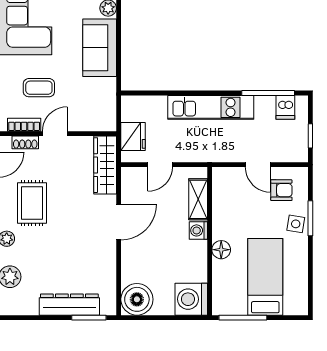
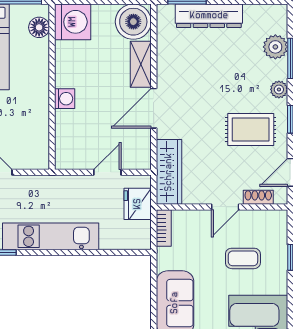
bookcase: (24, 125) -> (164, 228), moved, turned -90
shelving: (198, 199) -> (141, 64), moved
rug: (32, 203) -> (251, 129), turned 90
floor lamp: (221, 250) -> (39, 27), moved

